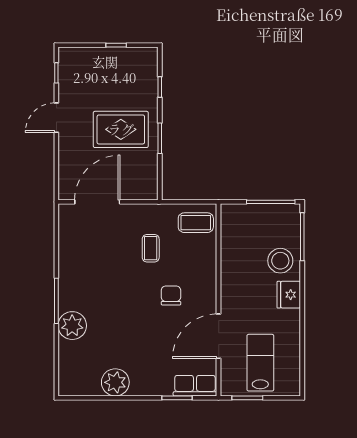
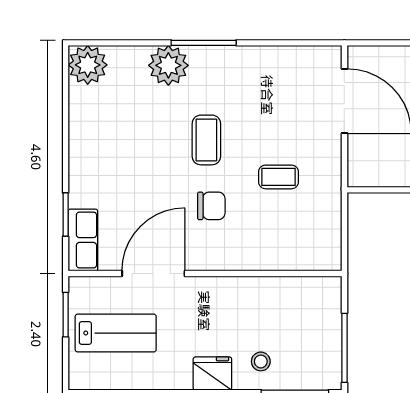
coffee table: (196, 223) -> (206, 140), moved
stool: (280, 261) -> (261, 361), width x0.53, depth x0.53
door: (219, 336) -> (153, 274), hinge flipped
plant: (115, 382) -> (88, 65), moved

